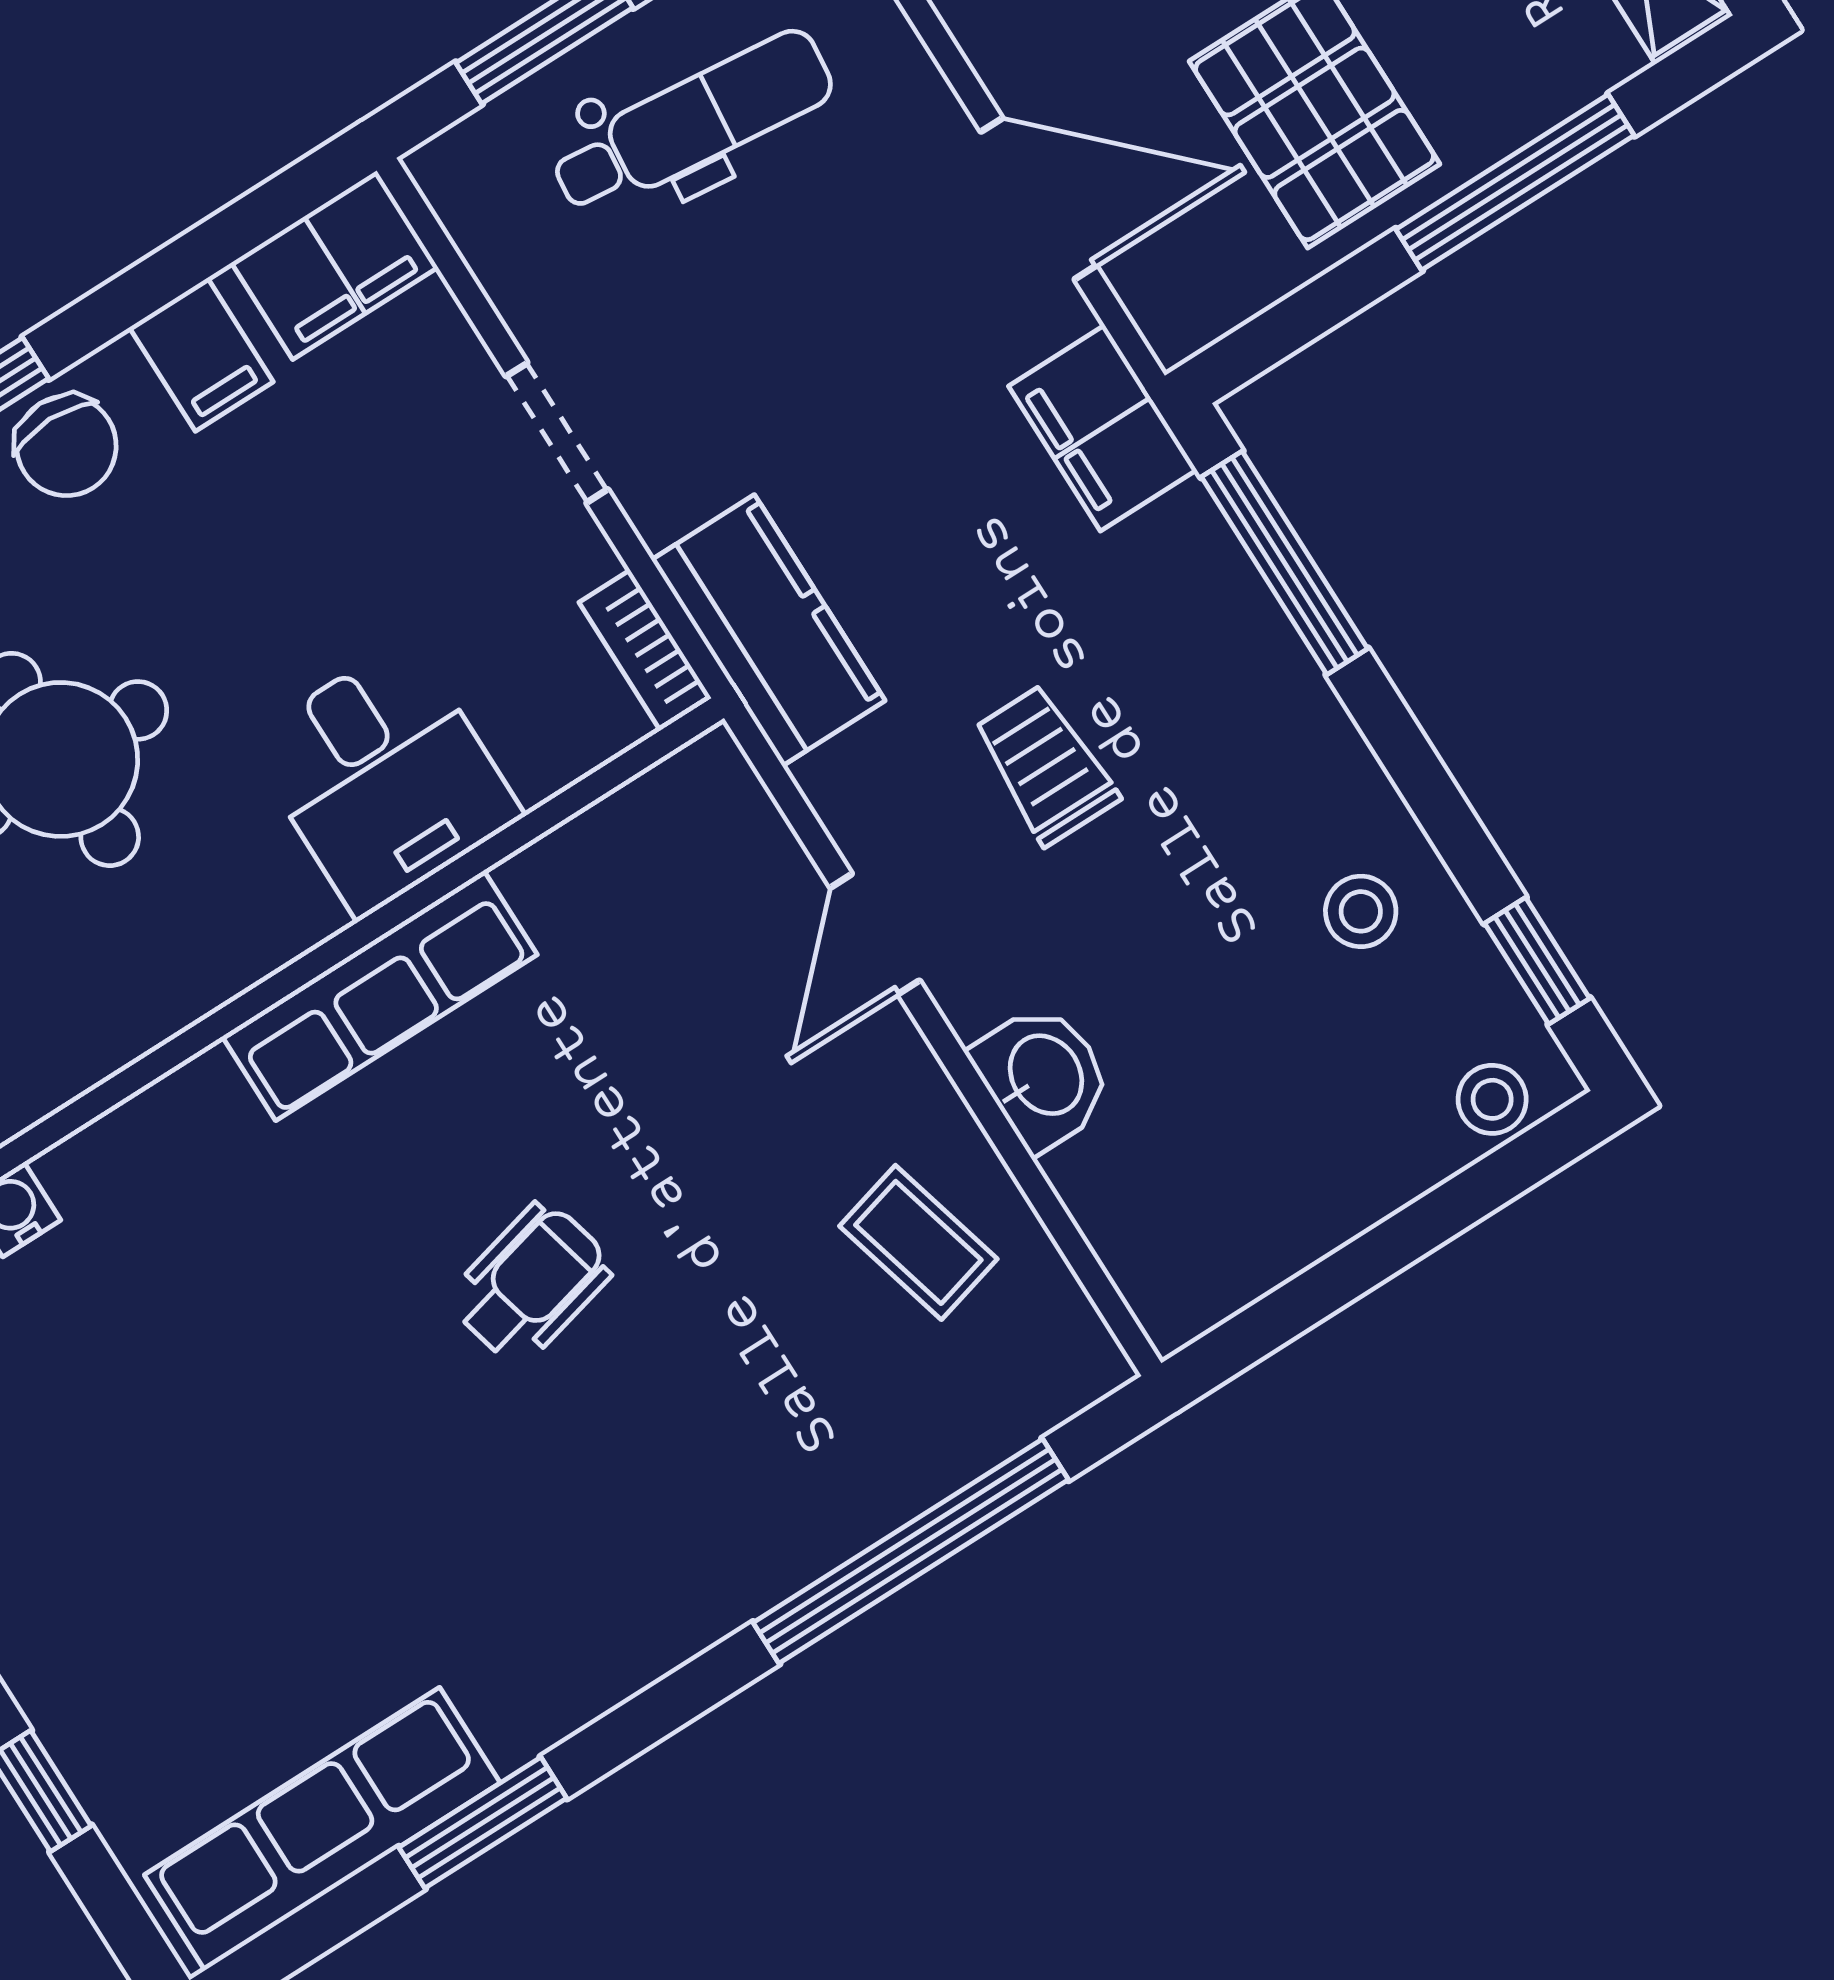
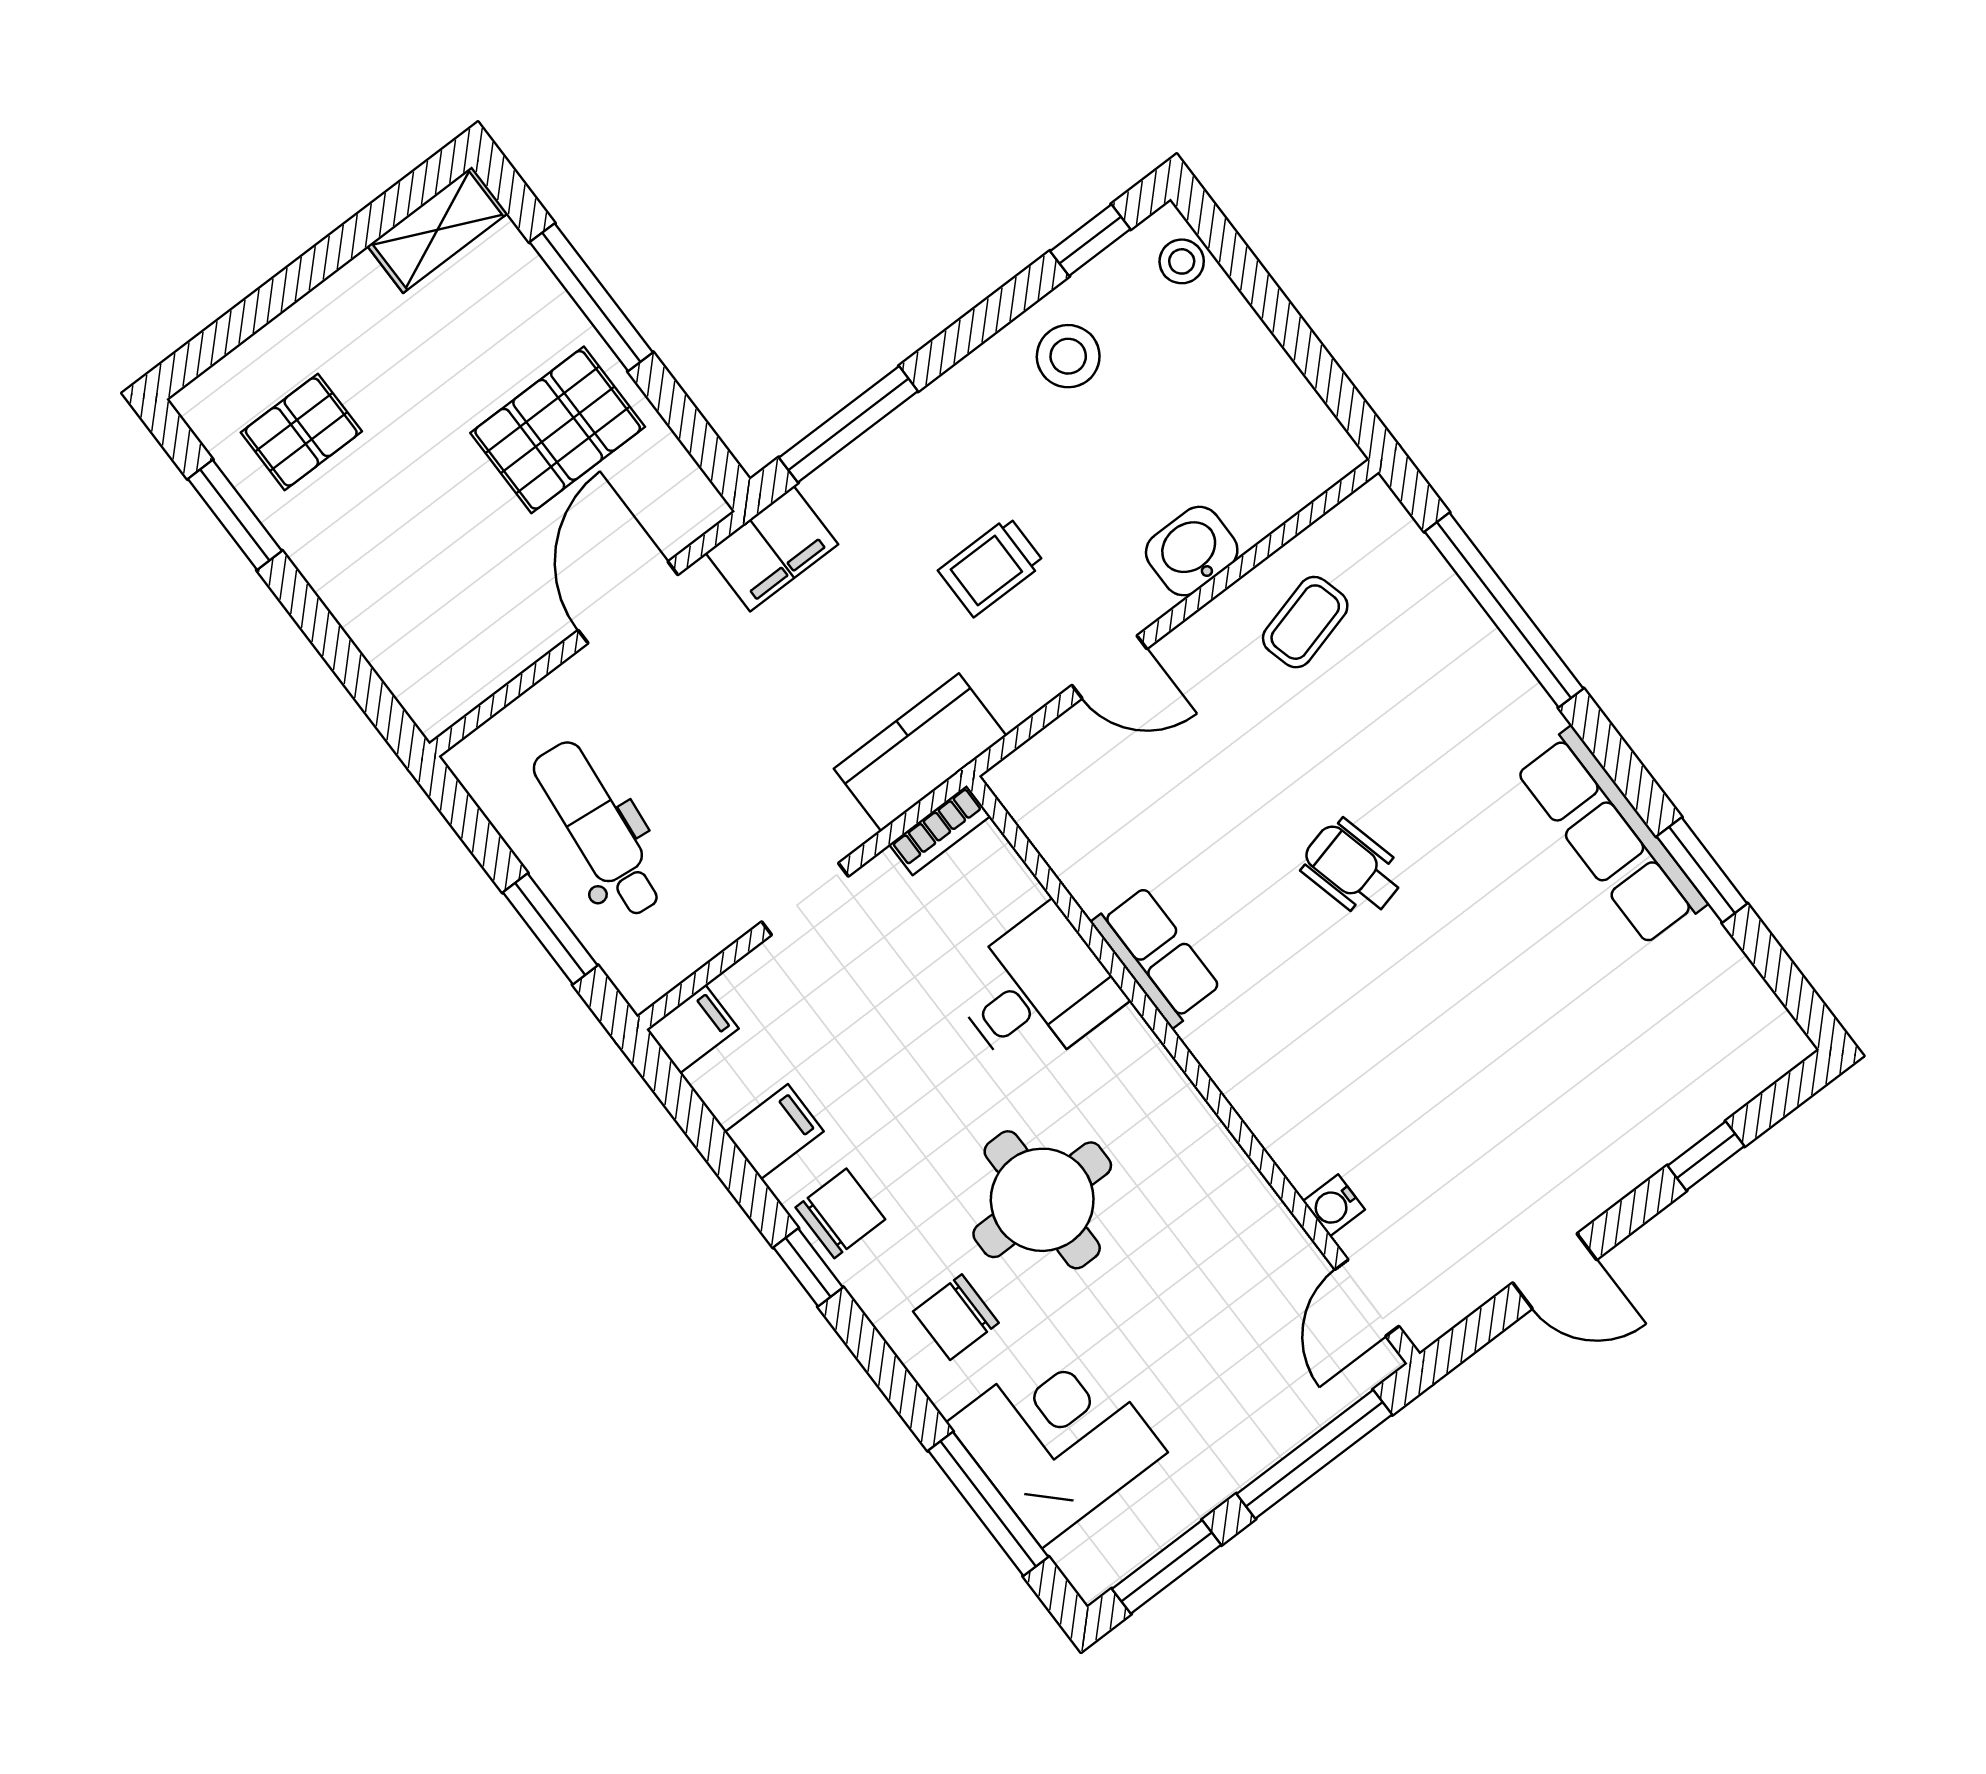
filing cabinet: (335, 265) -> (693, 1029), width x0.50
stool: (1361, 911) -> (1068, 356), width x1.37, depth x1.37
row of seats: (380, 995) -> (1157, 956), width x0.68
row of seats: (322, 1829) -> (1611, 837), moved

